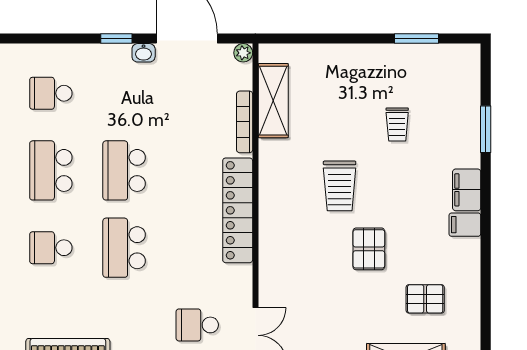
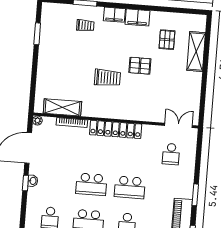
washbasin: (144, 53) -> (33, 181), moved
trolley: (397, 125) -> (85, 25), moved
filing cabinet: (465, 225) -> (137, 17), width x2.00

